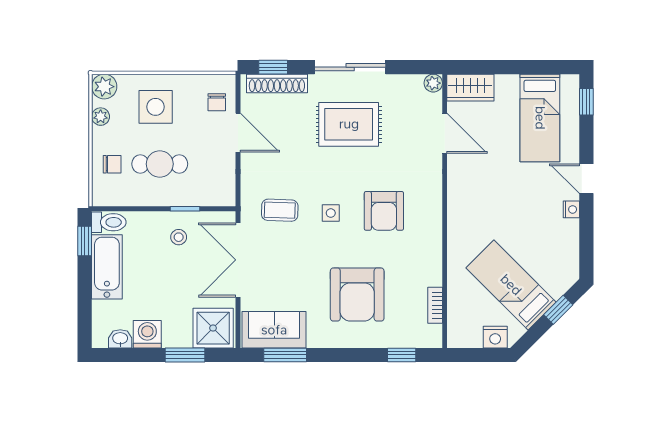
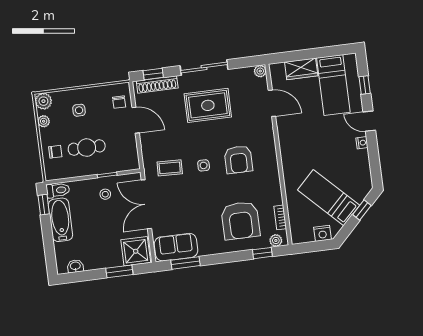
wardrobe: (470, 88) -> (301, 69), moved
window: (586, 102) -> (365, 85), moved
side table: (156, 107) -> (79, 110), width x0.54, depth x0.54
armchair: (357, 295) -> (240, 220), moved
washing machine: (147, 334) -> (93, 261), removed
plant: (424, 339) -> (276, 240), added

